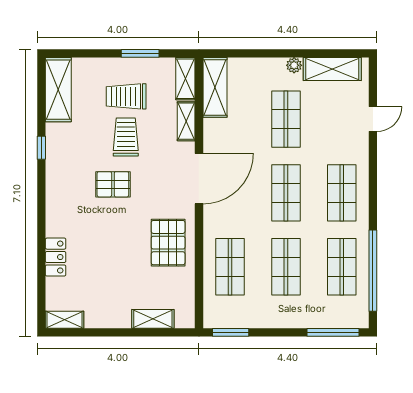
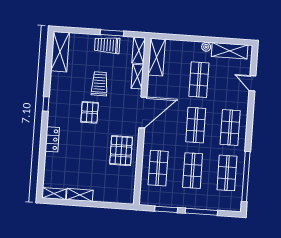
trolley: (126, 96) -> (107, 45), moved
door: (373, 119) -> (252, 83), swing flipped
window: (41, 148) -> (46, 104), moved
pallet: (113, 184) -> (90, 112), turned 90
locker: (56, 257) -> (52, 139), moved
shelving: (153, 319) -> (80, 195), moved
window: (231, 332) -> (166, 209), moved
window: (333, 332) -> (201, 212), moved

